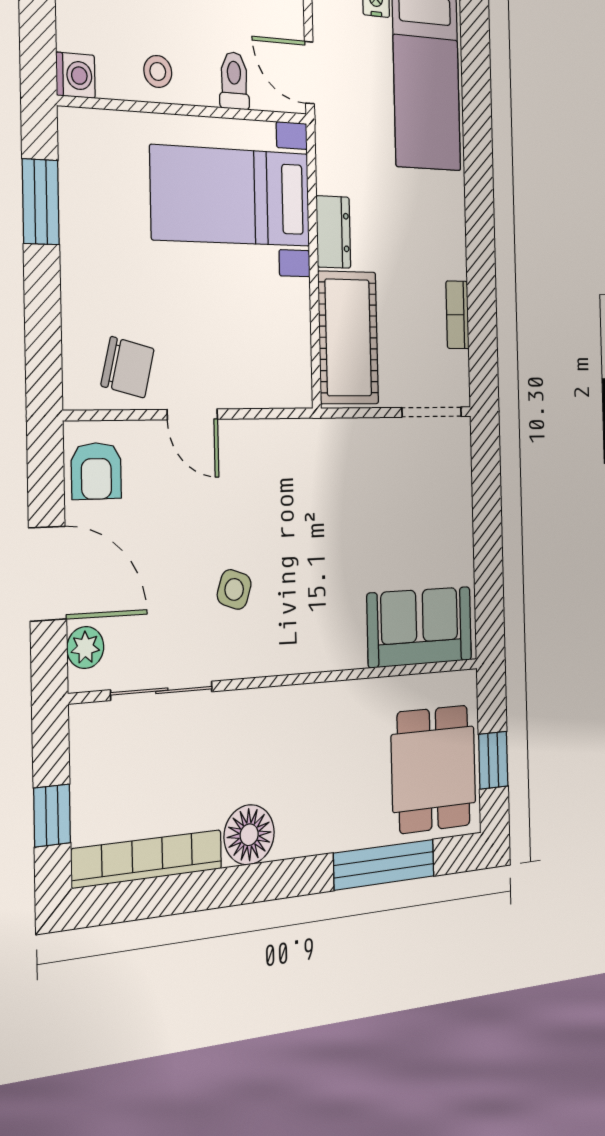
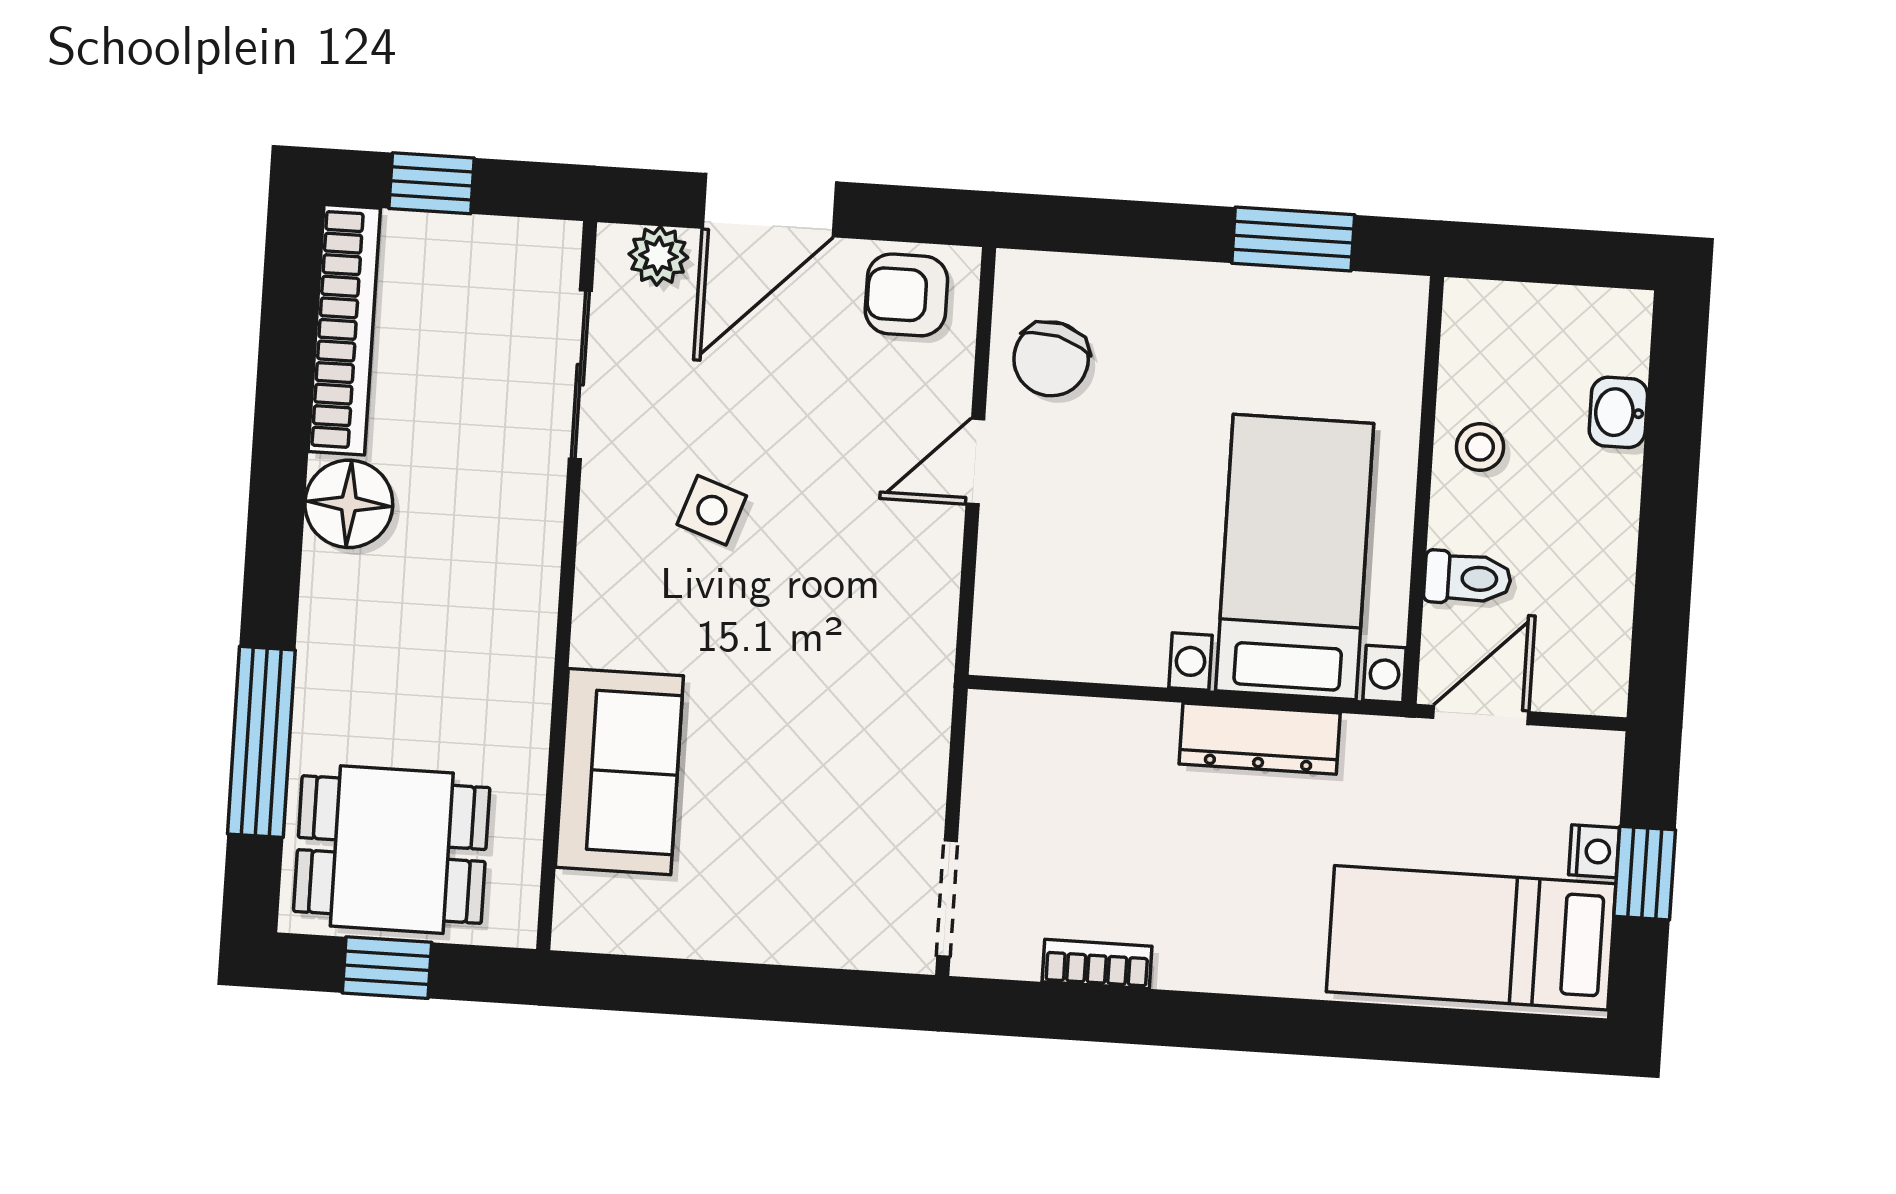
washing machine: (75, 75) -> (1473, 310), removed
dresser: (333, 232) -> (1260, 739), width x1.44
cot: (348, 338) -> (1073, 750), removed
sofa: (420, 627) -> (619, 772), moved

